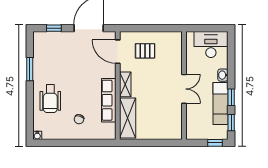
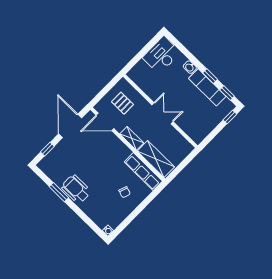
pallet: (145, 51) -> (122, 103), turned 90
wall: (184, 86) -> (160, 111), moved
double door: (184, 89) -> (163, 113), moved
wheelchair: (50, 99) -> (76, 189), moved, turned 180
row of seats: (109, 100) -> (143, 171), moved

